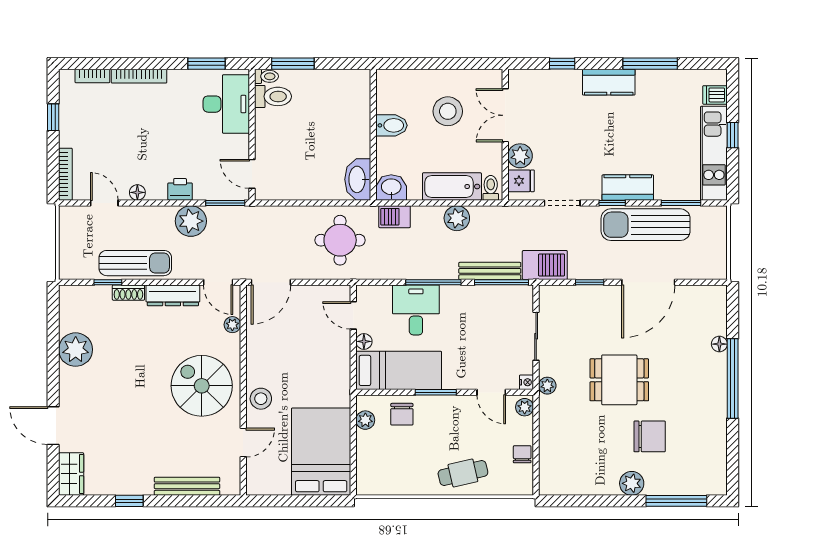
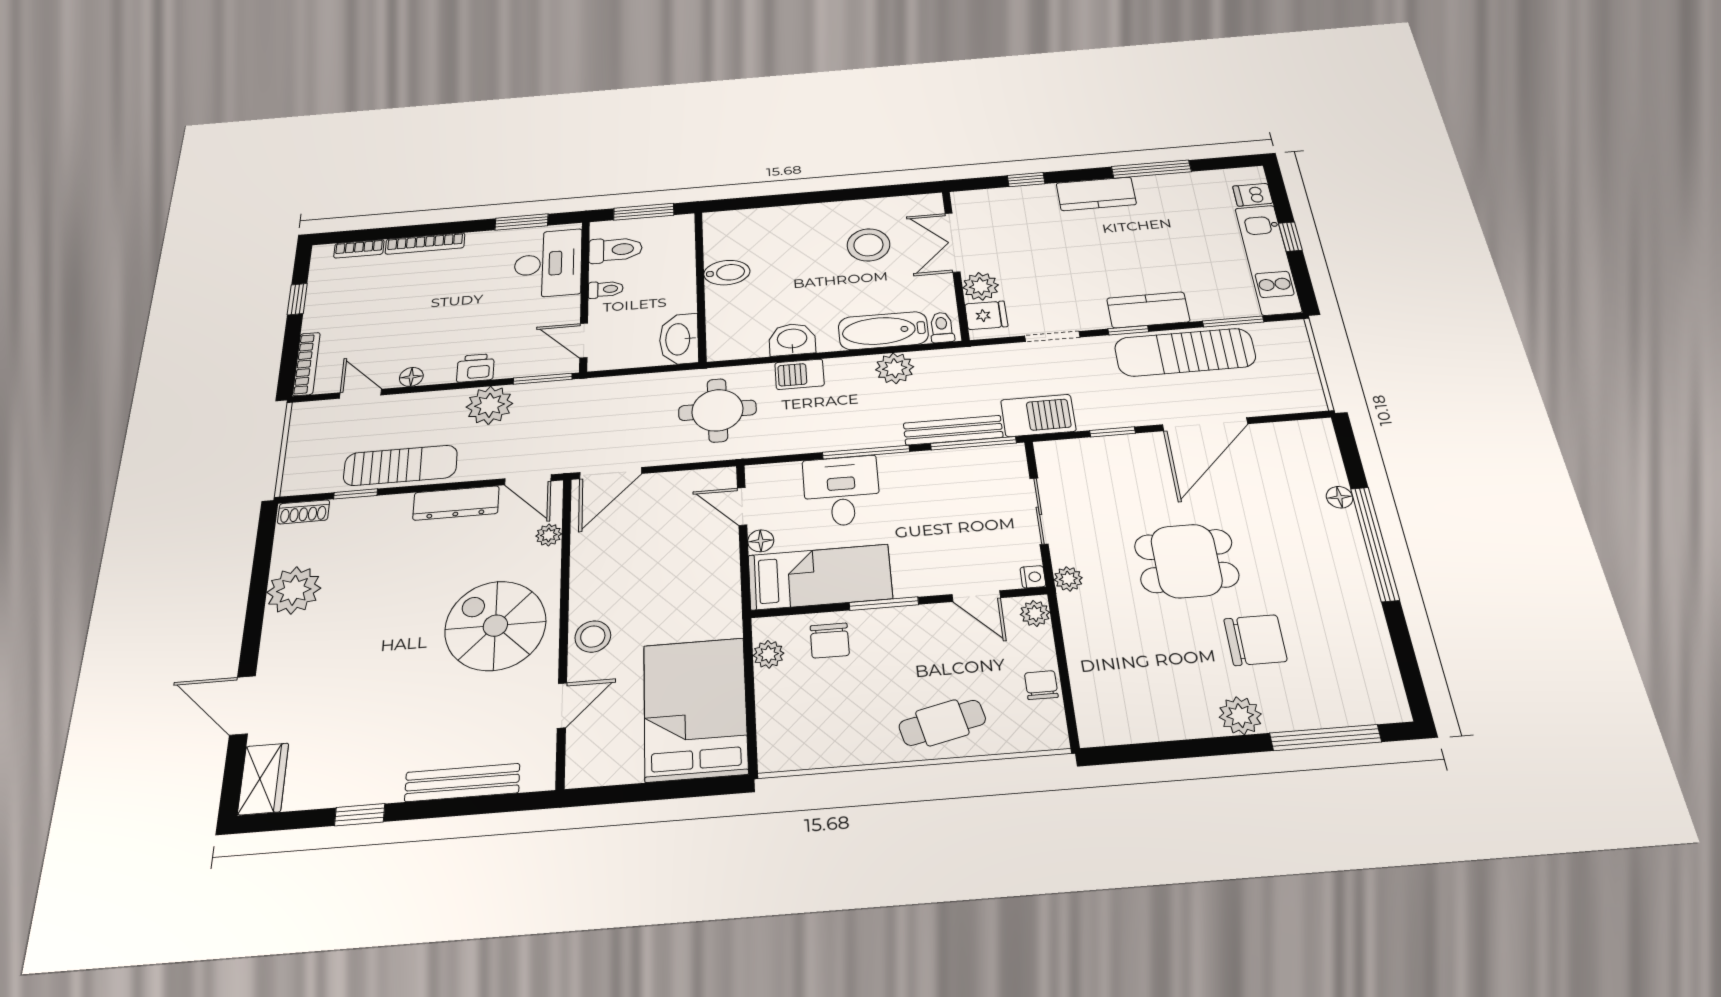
toilet: (266, 76) -> (606, 289), moved
bidet: (392, 125) -> (727, 273), moved
wall: (373, 135) -> (700, 285), moved
washbasin: (358, 179) -> (679, 339), moved
shoe rack: (128, 293) -> (304, 512), moved

